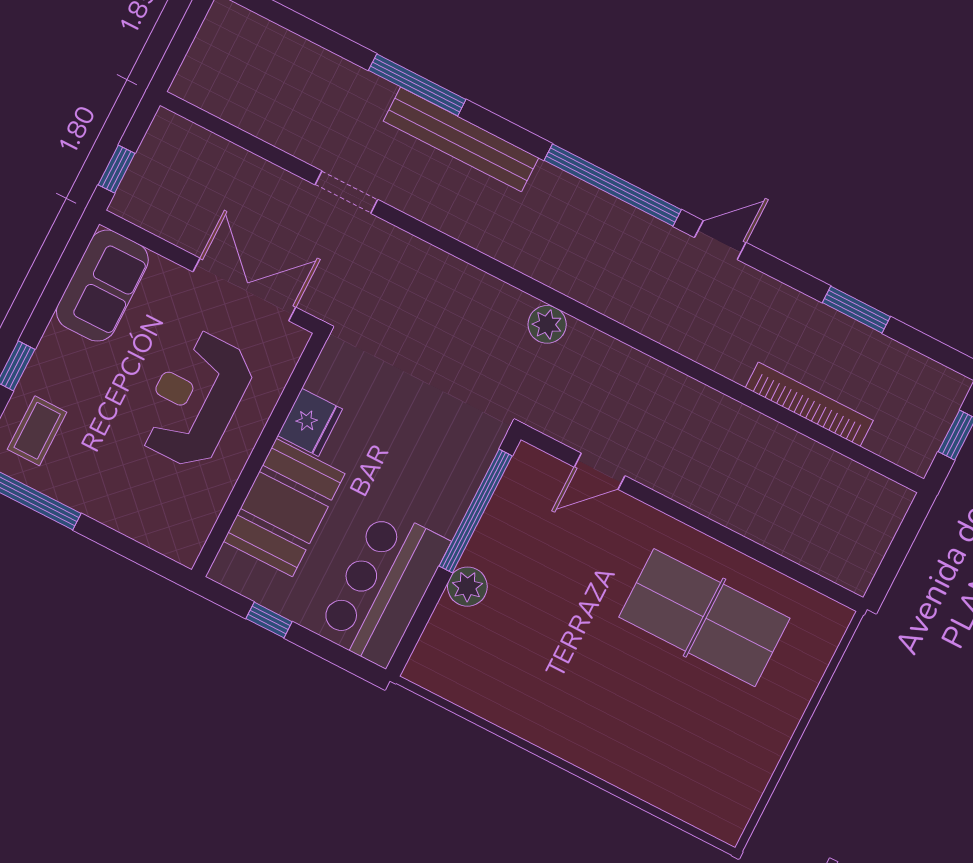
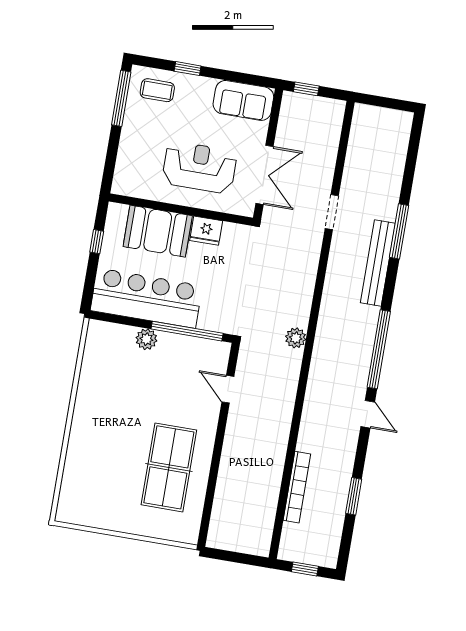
bar counter: (383, 587) -> (146, 298), width x1.36

